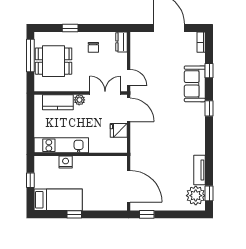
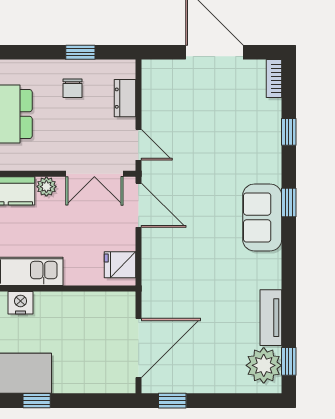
window: (70, 28) -> (80, 52), moved
dresser: (121, 42) -> (125, 98), moved
sofa: (195, 84) -> (262, 217), moved
double door: (105, 93) -> (94, 174), swing flipped
fridge: (119, 130) -> (120, 265), moved
door: (129, 186) -> (139, 348), hinge flipped

